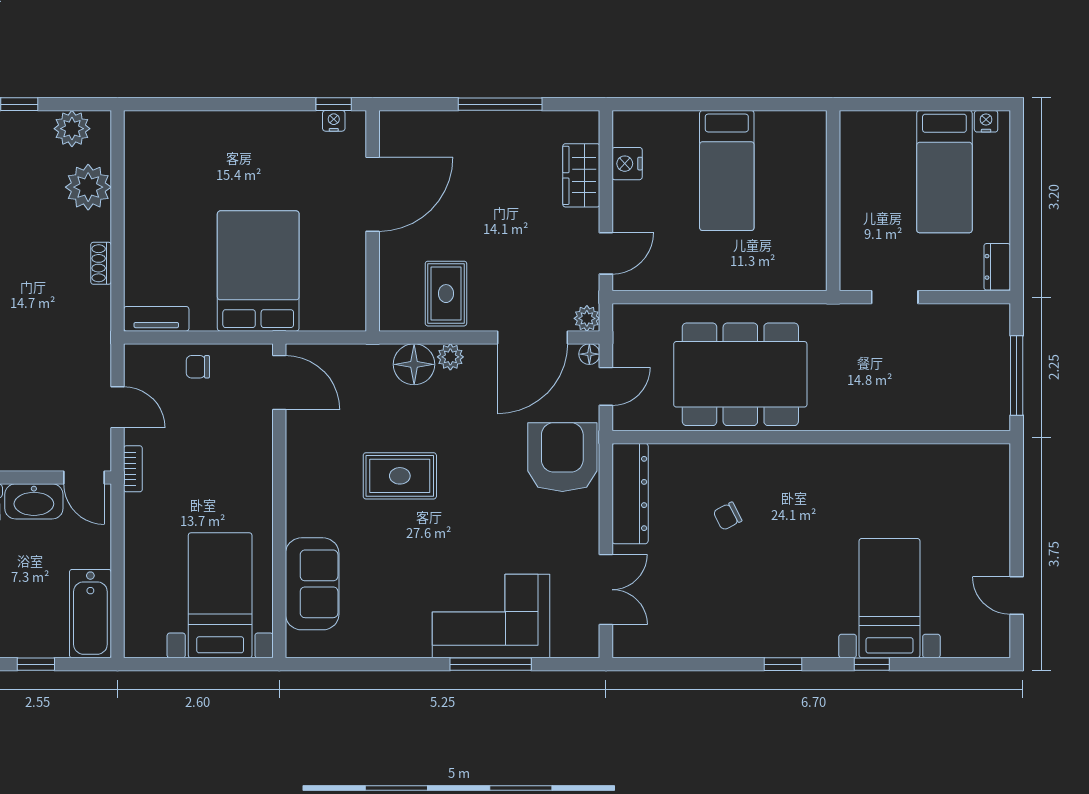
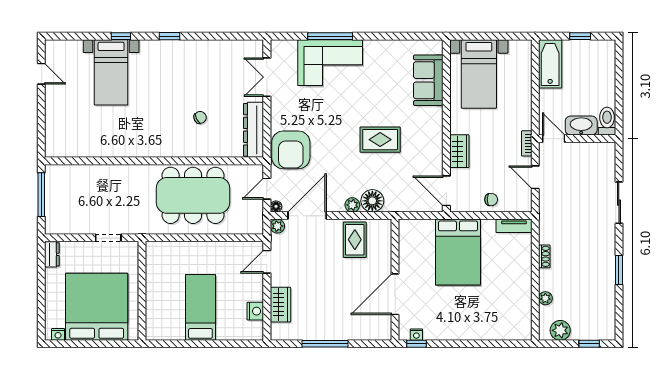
bed: (944, 172) -> (97, 307), width x2.04
plant: (88, 187) -> (545, 298), width x0.53, depth x0.53
wardrobe: (256, 455) -> (459, 151), added

